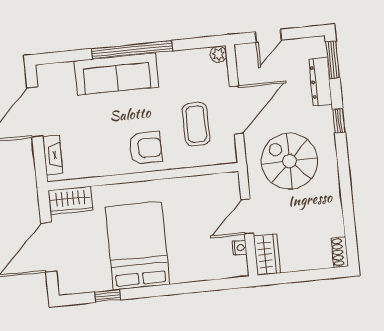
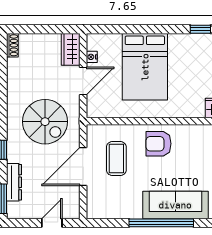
plant: (218, 54) -> (93, 212), removed
bed: (137, 246) -> (145, 67), moved

